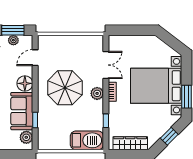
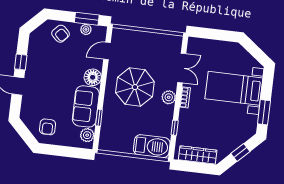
bed with nightstands: (156, 86) -> (234, 88), width x0.73

